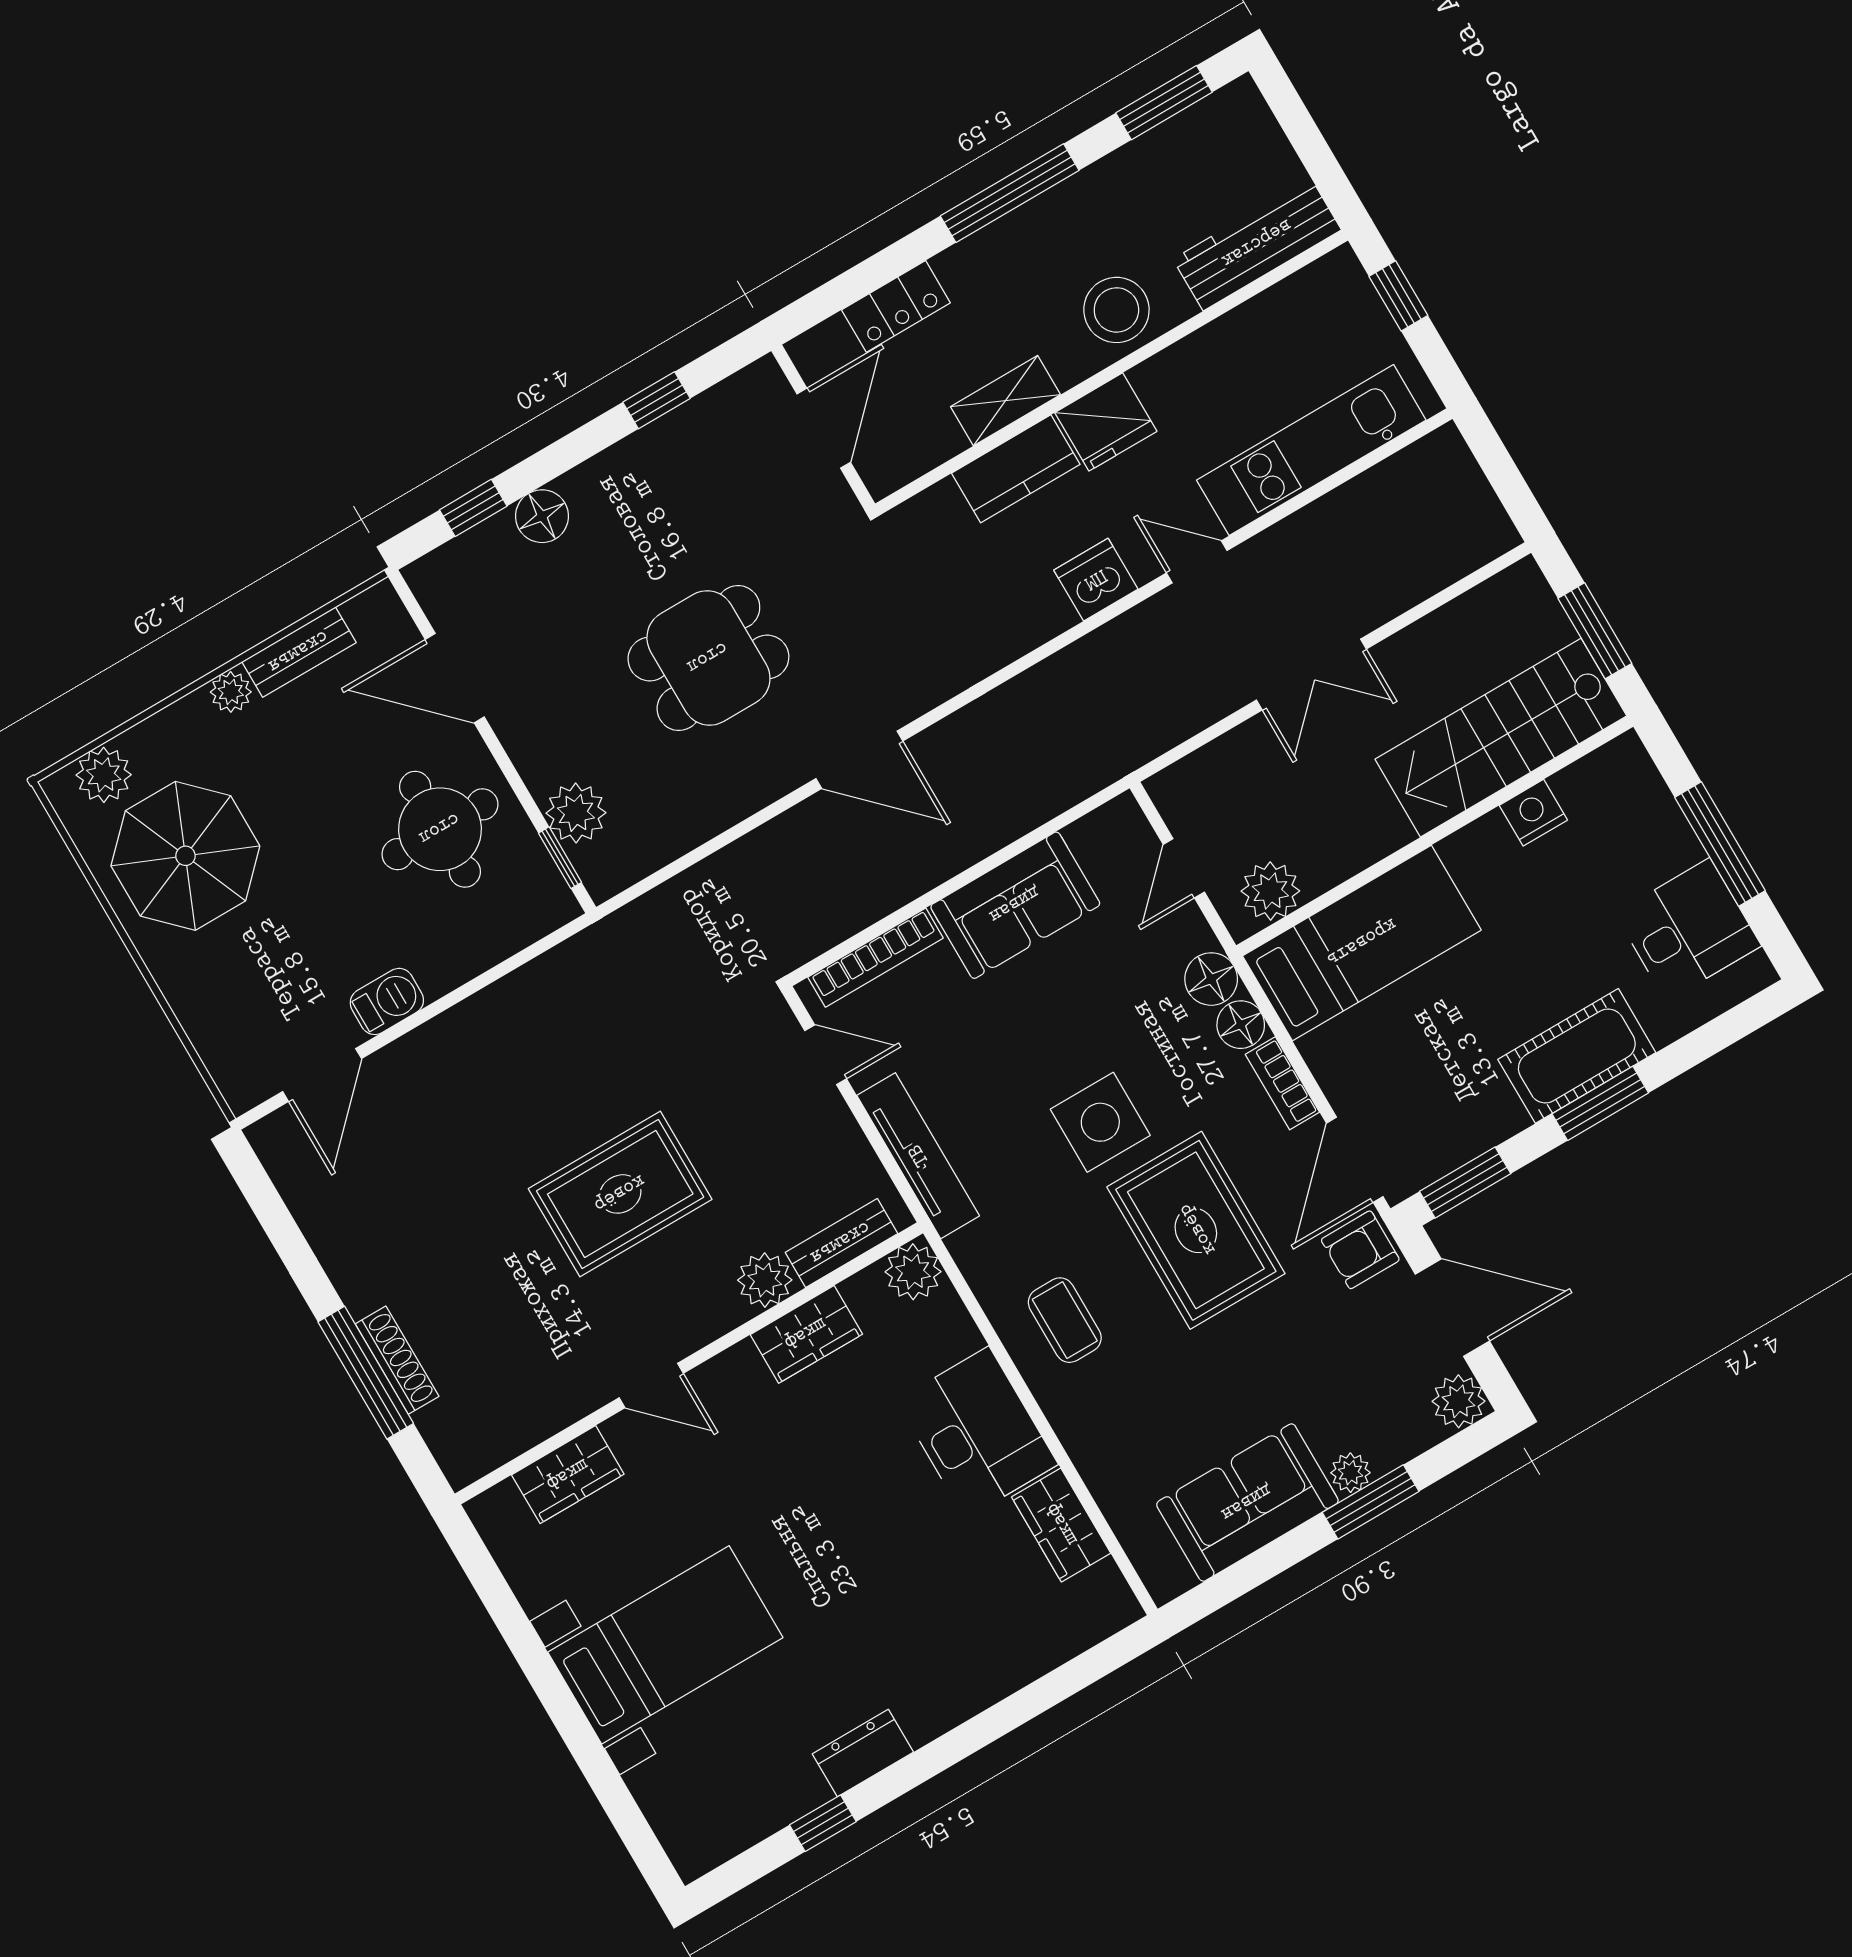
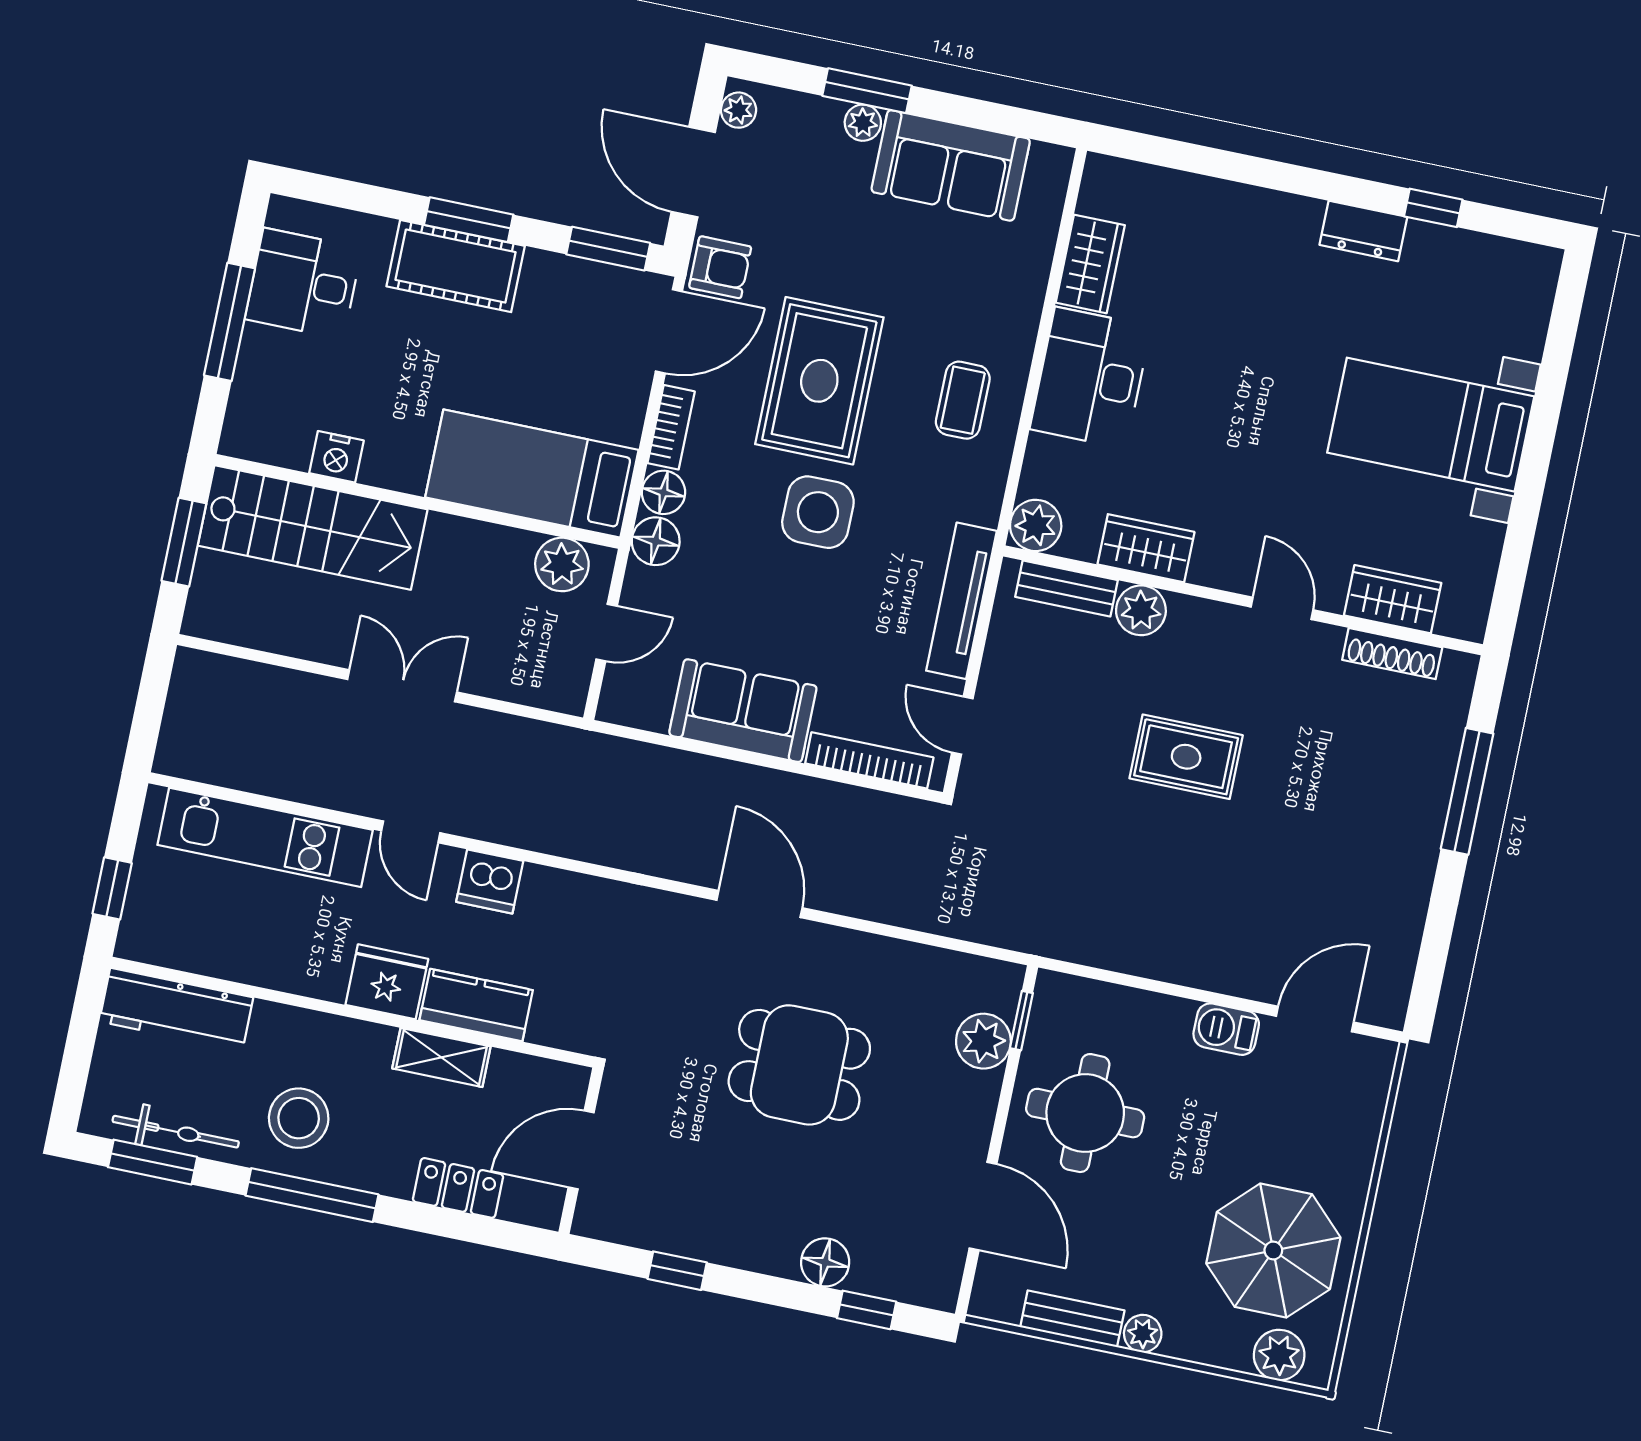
bicycle: (1168, 144) -> (176, 1132), added
stool: (1116, 310) -> (299, 1118), moved
rug: (620, 1194) -> (1186, 757), width x0.73, depth x0.70
shoe rack: (397, 1360) -> (1392, 654), moved, turned -90
plant: (1459, 1401) -> (738, 110), width x0.73, depth x0.73

